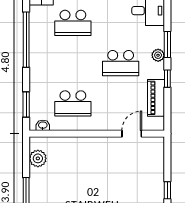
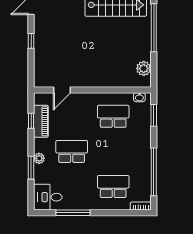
window: (167, 79) -> (31, 121), moved

